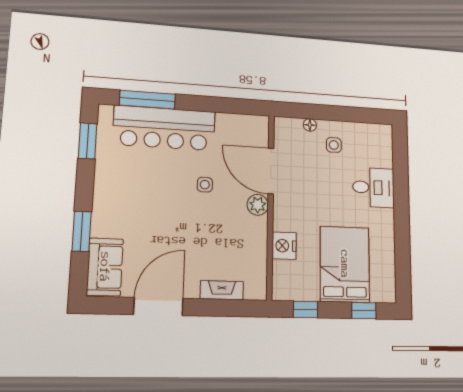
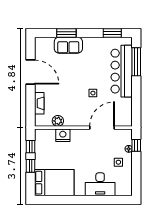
window: (304, 111) -> (136, 145), added
desk: (373, 187) -> (100, 184), width x1.37
plant: (258, 205) -> (58, 121), moved
bed: (345, 264) -> (54, 183), moved
sofa: (105, 267) -> (68, 45), moved
window: (364, 311) -> (31, 166), moved

